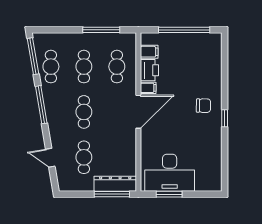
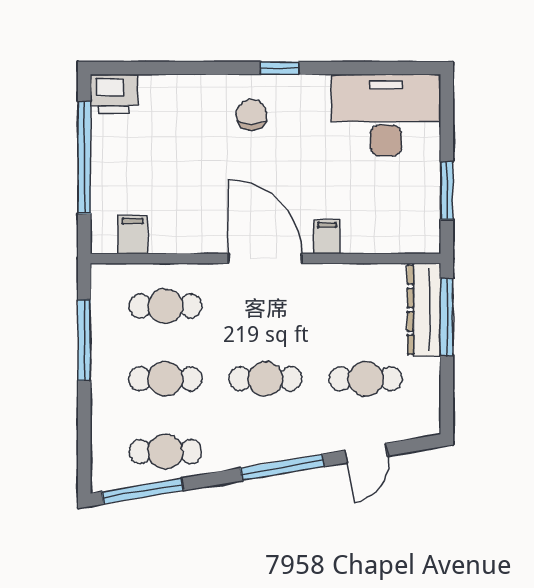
printer: (149, 70) -> (114, 94), moved, turned 180
filing cabinet: (148, 88) -> (327, 237), moved
window: (41, 105) -> (282, 467), moved
desk: (170, 173) -> (386, 115), moved, turned -90

